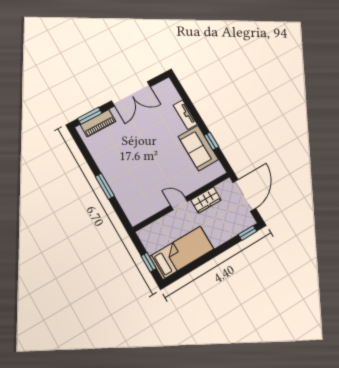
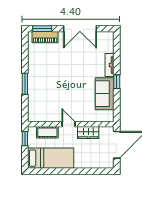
window: (211, 141) -> (117, 82), moved
cot: (161, 226) -> (47, 132), added
window: (248, 233) -> (103, 171), removed
window: (149, 262) -> (25, 139), moved

